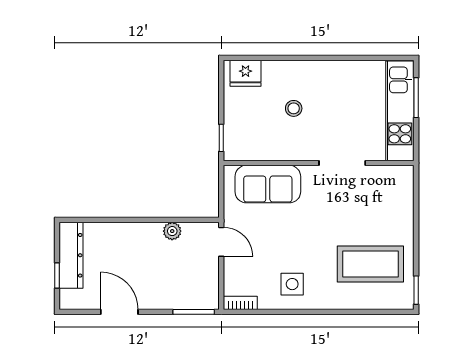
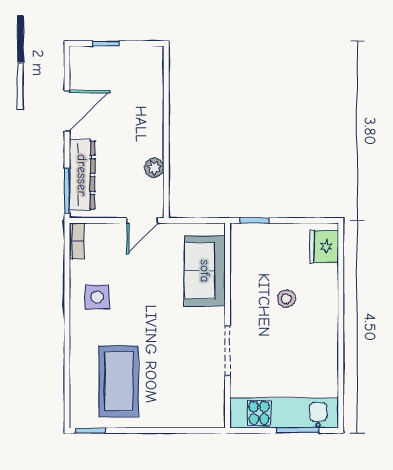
dresser: (71, 255) -> (82, 175), moved, turned -90

